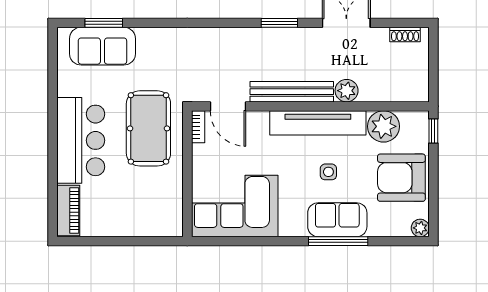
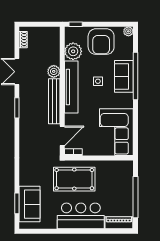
window: (115, 241) -> (136, 197), added
window: (338, 241) -> (136, 76), width x1.46

